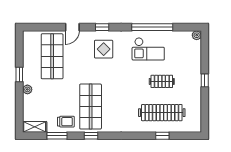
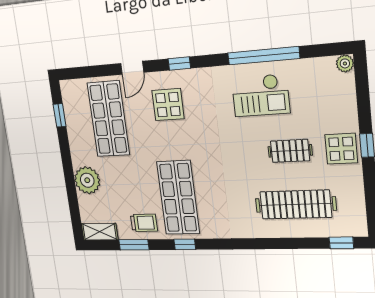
display table: (104, 49) -> (168, 105), moved
window: (19, 74) -> (60, 115), moved
display table: (191, 82) -> (341, 149), added
plant: (27, 89) -> (87, 180), width x1.87, depth x1.87
window: (162, 136) -> (341, 243), moved

